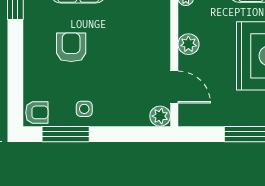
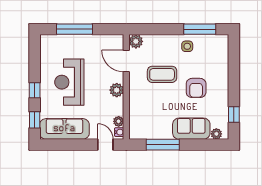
coffee table: (121, 67) -> (162, 74), added
armchair: (37, 112) -> (219, 44), removed

